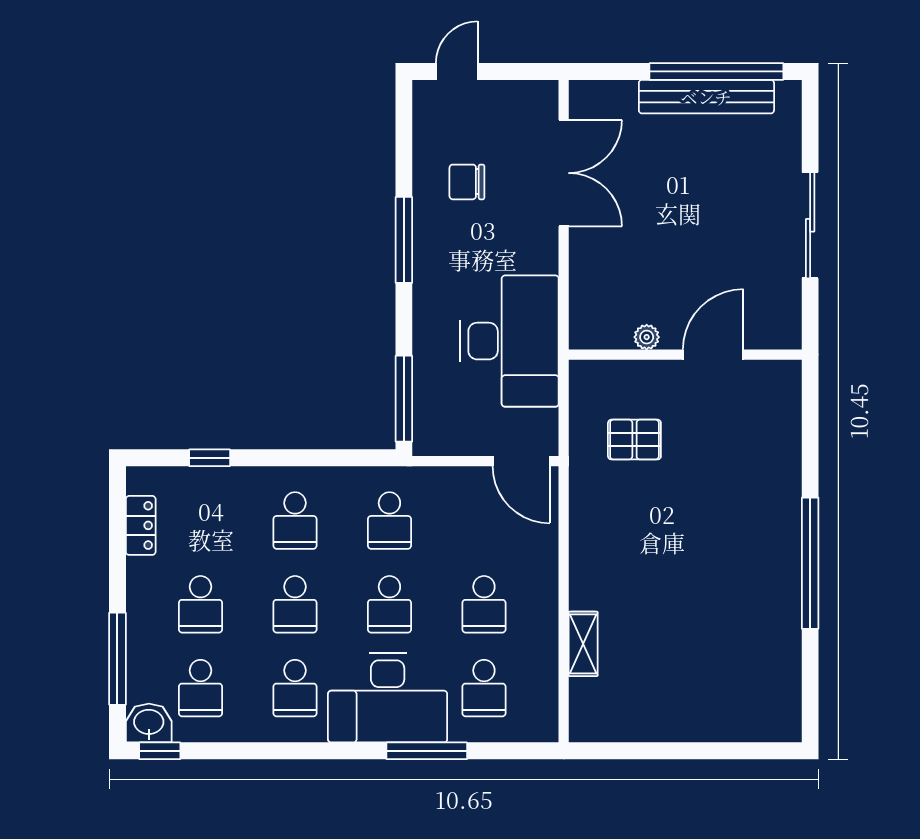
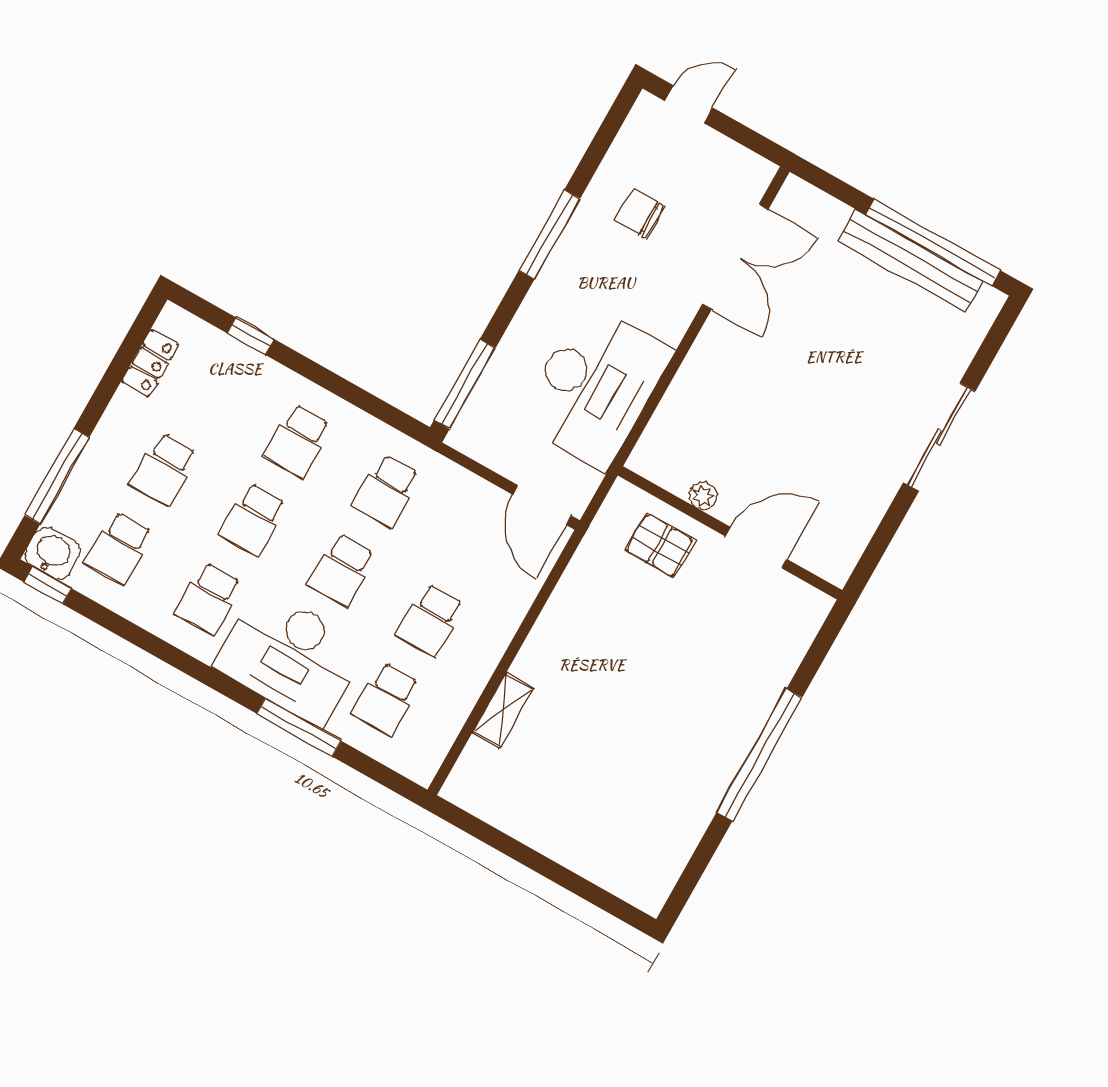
plant: (647, 337) -> (703, 496), moved
wall: (685, 355) -> (730, 533), moved
door: (713, 355) -> (756, 548), moved

